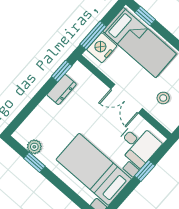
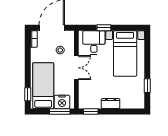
dresser: (62, 90) -> (111, 104), moved
plant: (34, 147) -> (140, 92), removed

